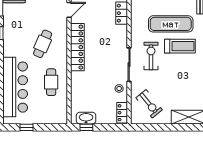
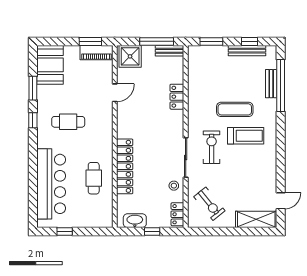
exercise mat: (171, 24) -> (235, 109), width x0.73, depth x0.69
cafe table: (43, 44) -> (68, 122), moved, turned 67
locker: (77, 47) -> (125, 166), moved
window: (86, 127) -> (152, 232), moved

